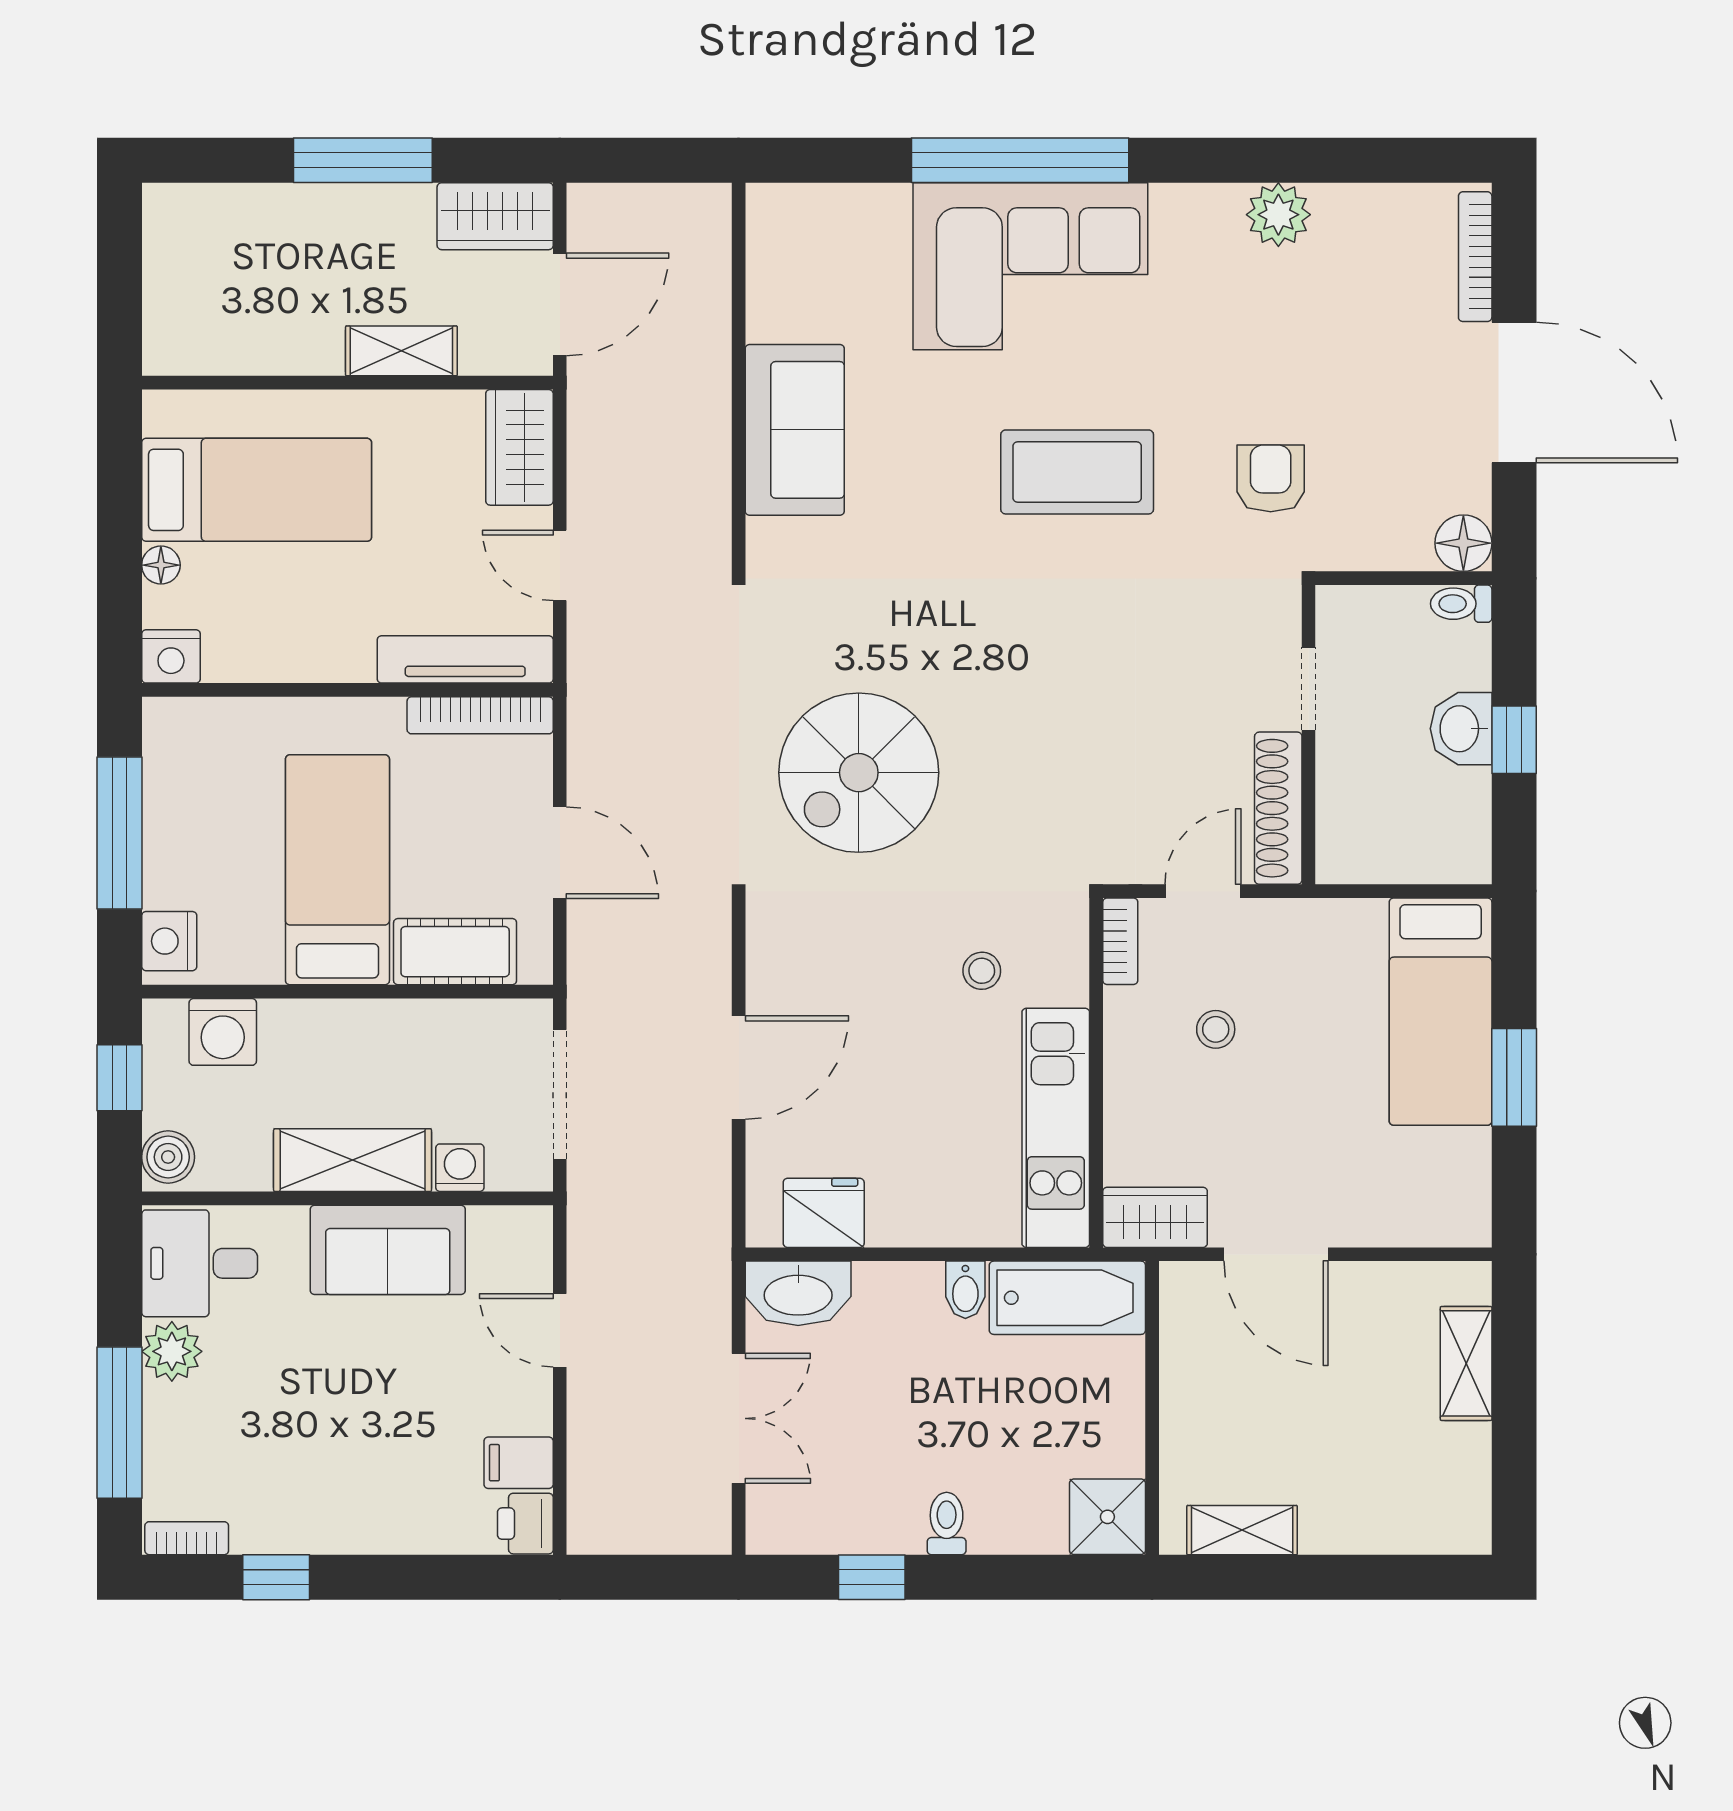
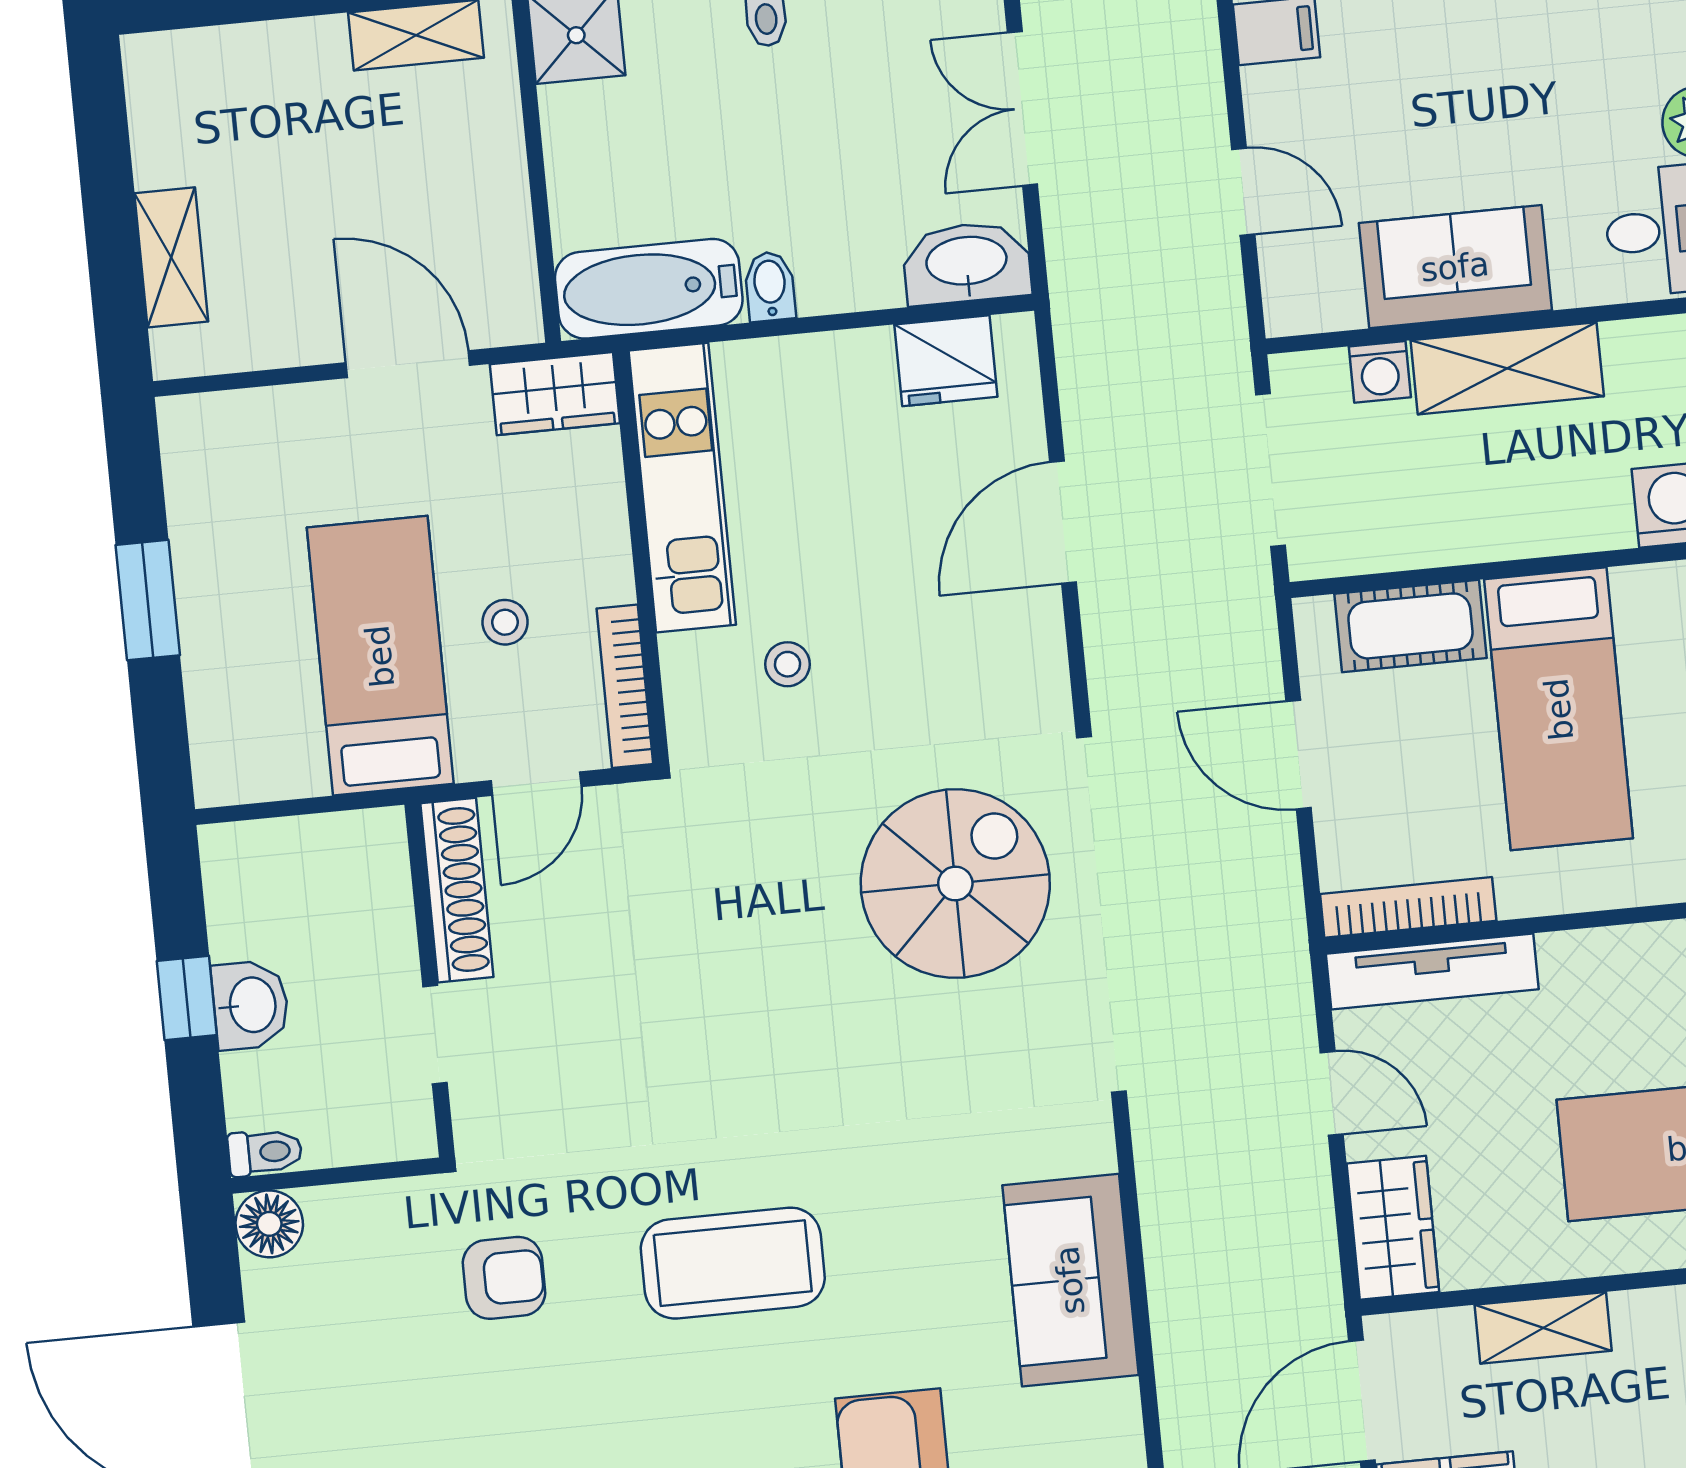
armchair: (1271, 478) -> (504, 1278), turned -90
bookcase: (1120, 941) -> (625, 686), width x1.56
bed: (1441, 1012) -> (380, 656), moved

